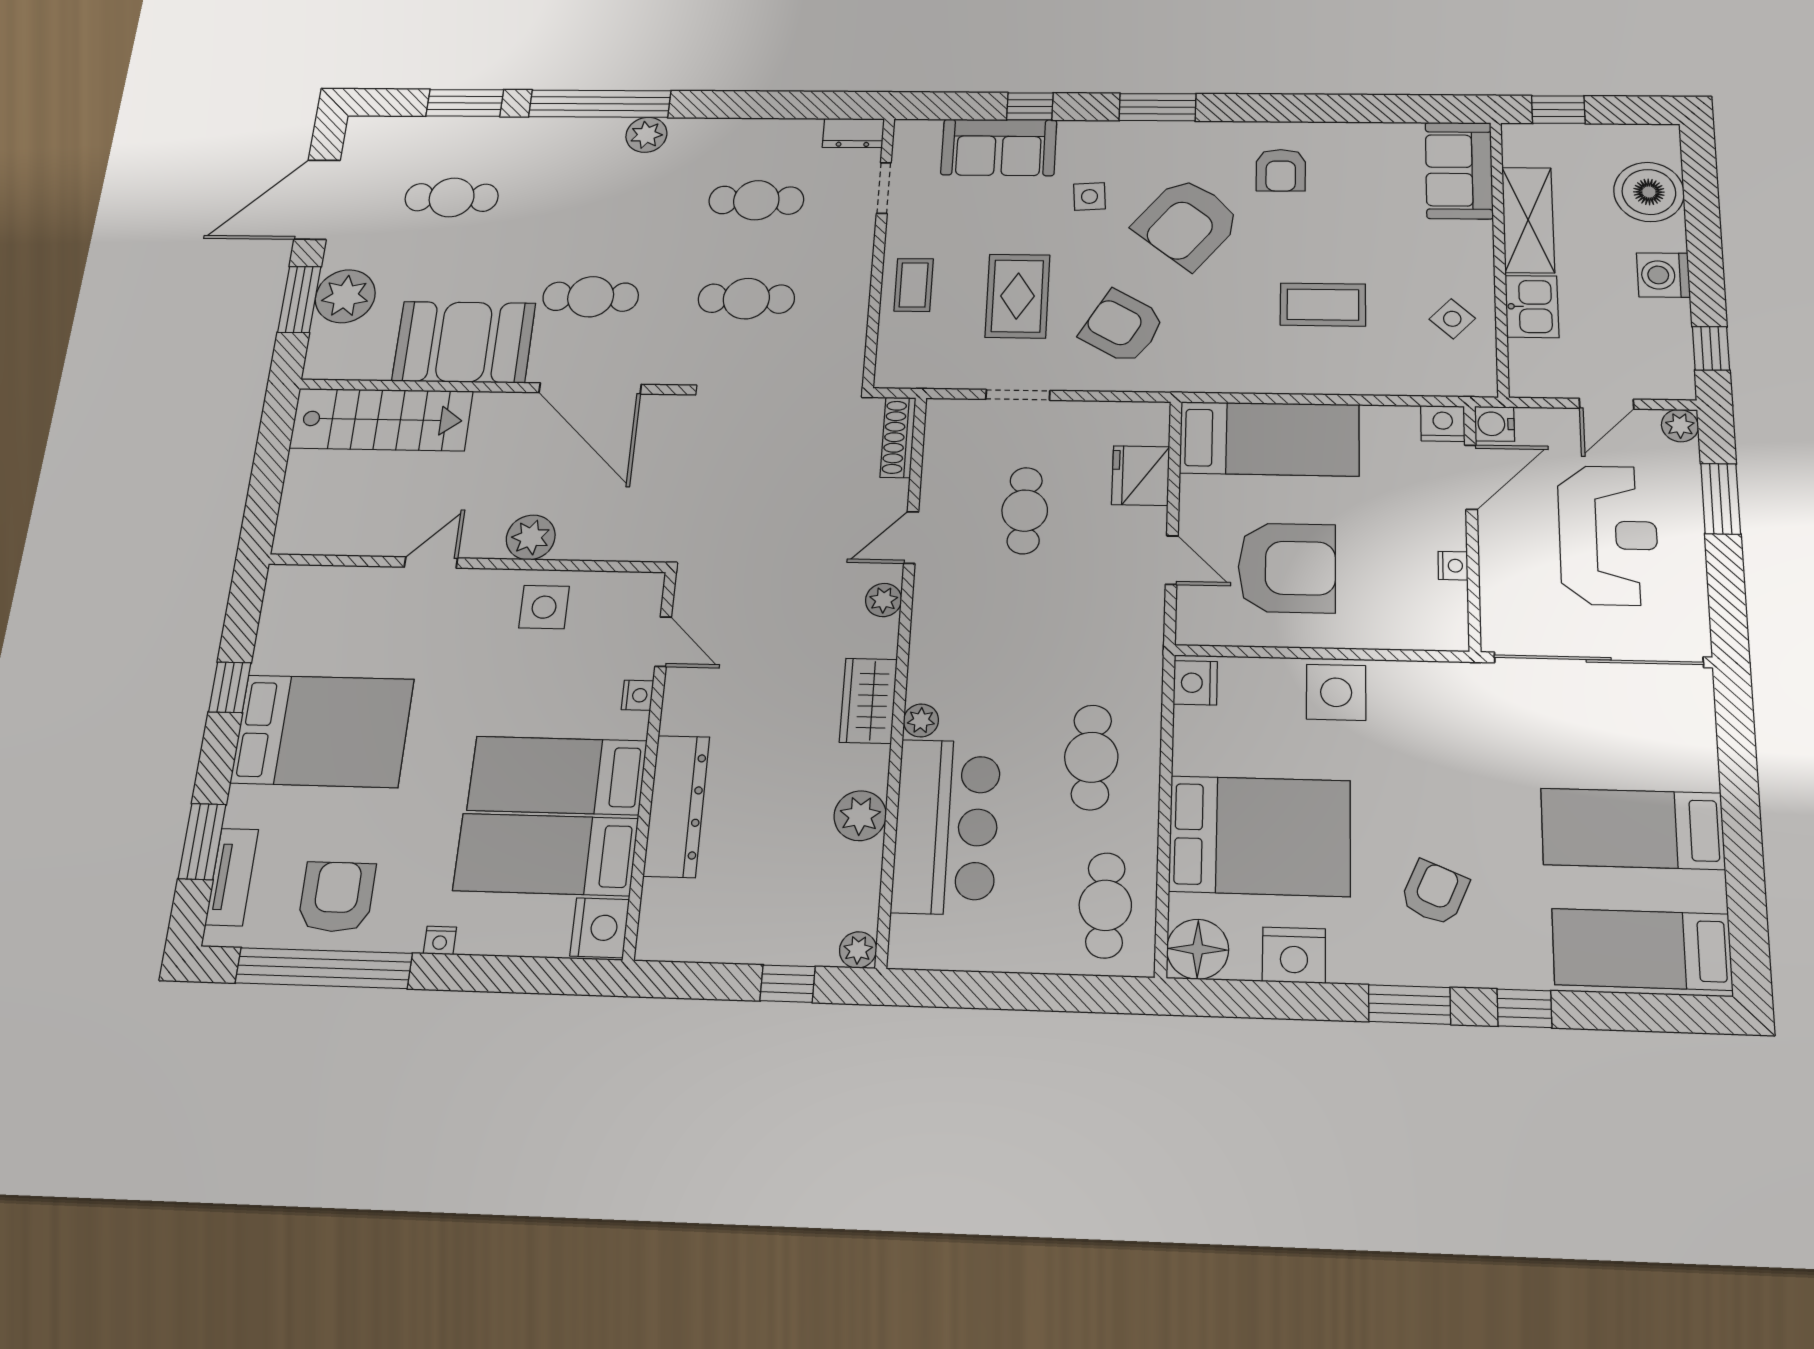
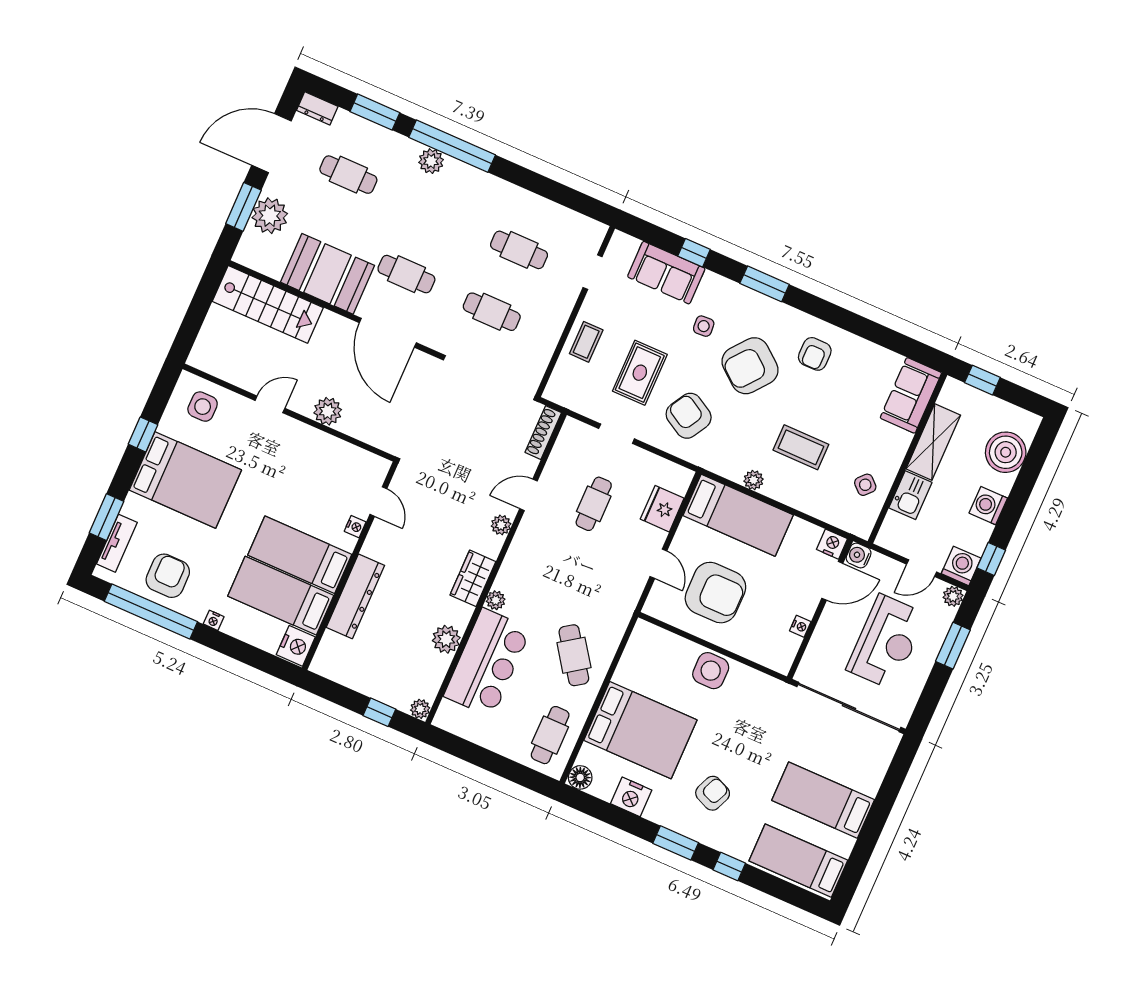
dresser: (853, 133) -> (317, 108), moved
plant: (646, 135) -> (431, 161), moved
washing machine: (1668, 377) -> (961, 566), added
plant: (1270, 379) -> (754, 480), added
side table: (544, 607) -> (203, 407), moved
nightstand: (1195, 683) -> (642, 637), removed
cafe table: (1091, 757) -> (574, 655), turned -35
floor lamp: (1198, 949) -> (580, 777), width x0.73, depth x0.73

